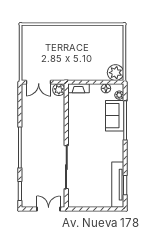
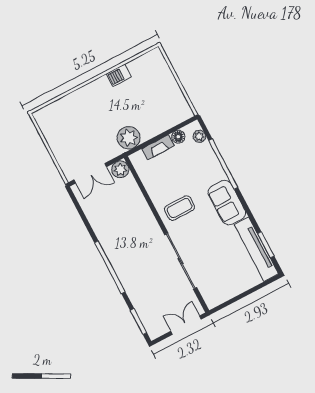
barbecue: (89, 30) -> (119, 75), added
plant: (115, 73) -> (129, 138), moved
fireplace: (78, 88) -> (158, 147), moved
sofa: (115, 116) -> (227, 202), moved
coffee table: (83, 134) -> (180, 208), added

